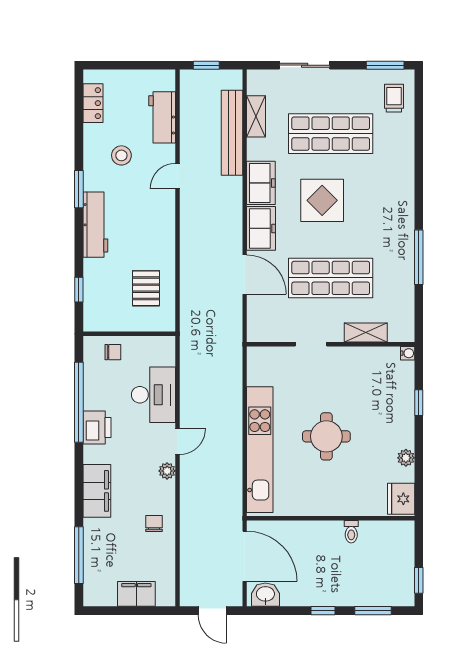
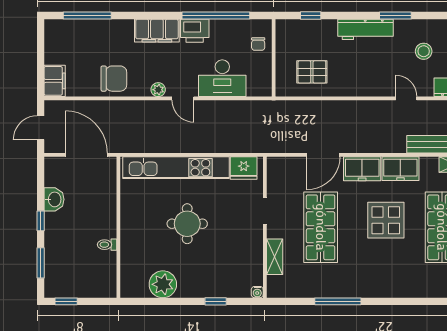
plant: (406, 458) -> (163, 284), width x1.87, depth x1.87
filing cabinet: (97, 491) -> (157, 31), moved
fridge: (401, 499) -> (244, 168), moved, turned 180
chair: (154, 524) -> (114, 79), width x1.87, depth x1.87
door: (245, 556) -> (86, 155), swing flipped
filing cabinet: (136, 594) -> (55, 81), moved
washbasin: (265, 595) -> (54, 199), moved

